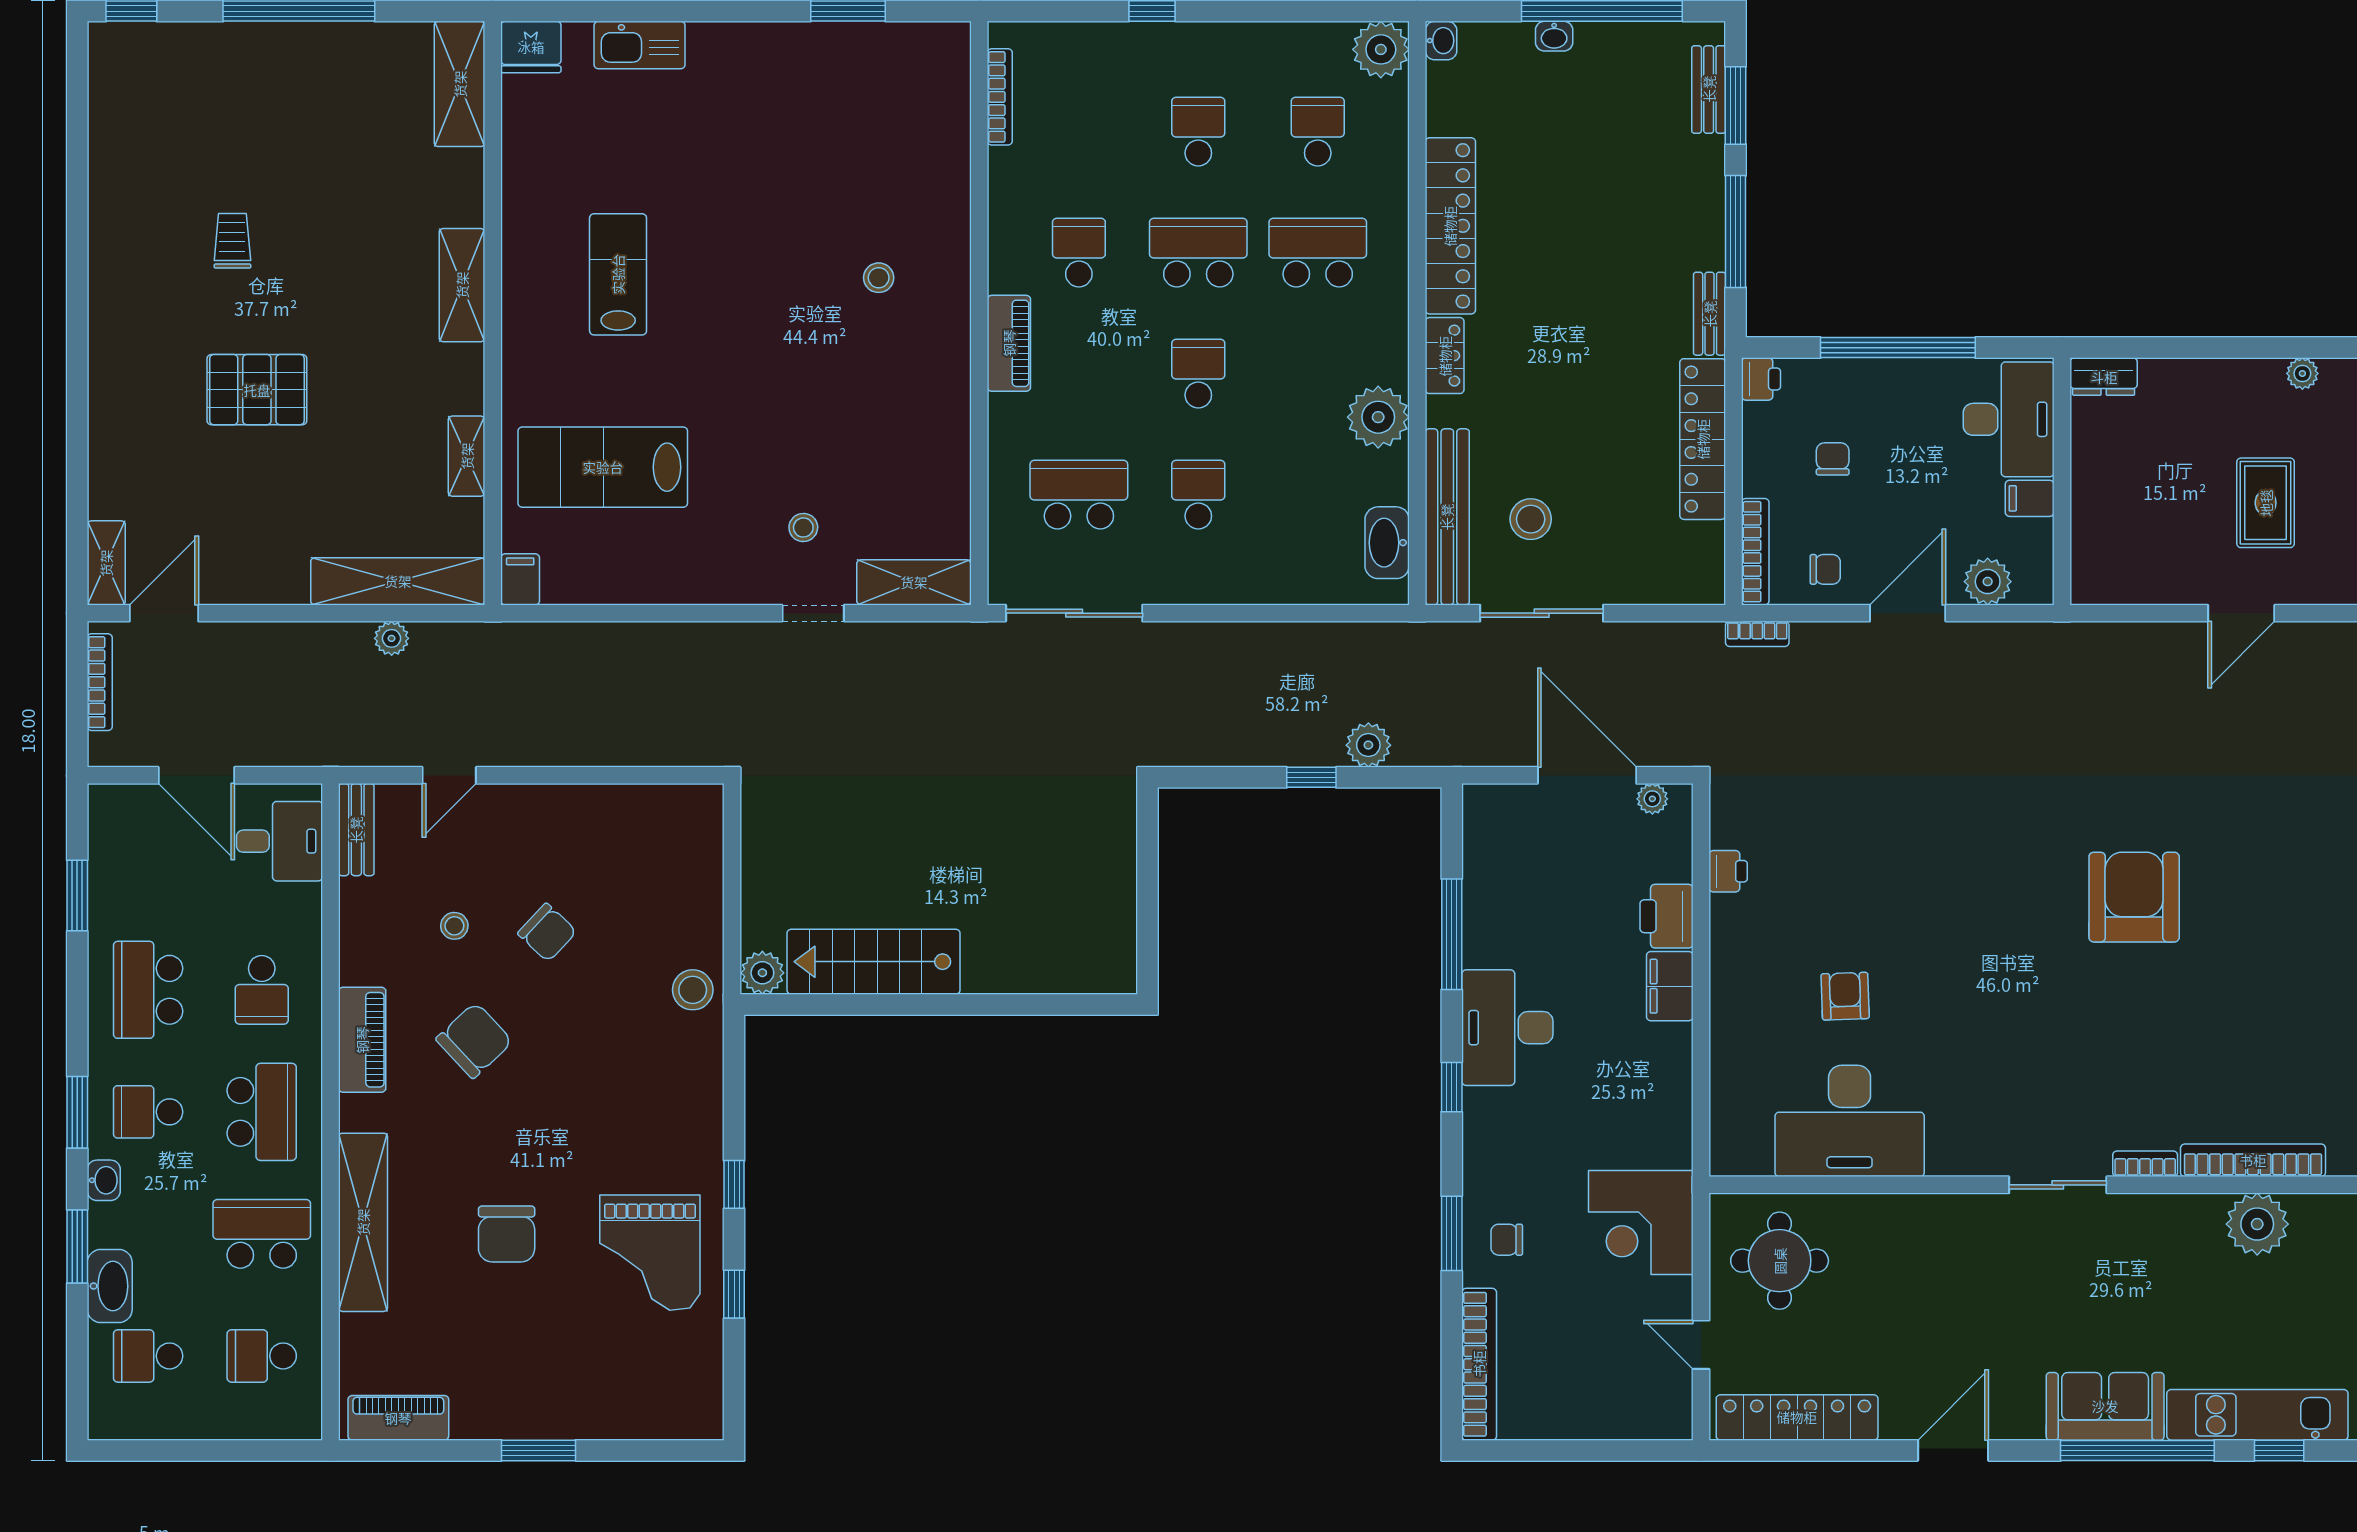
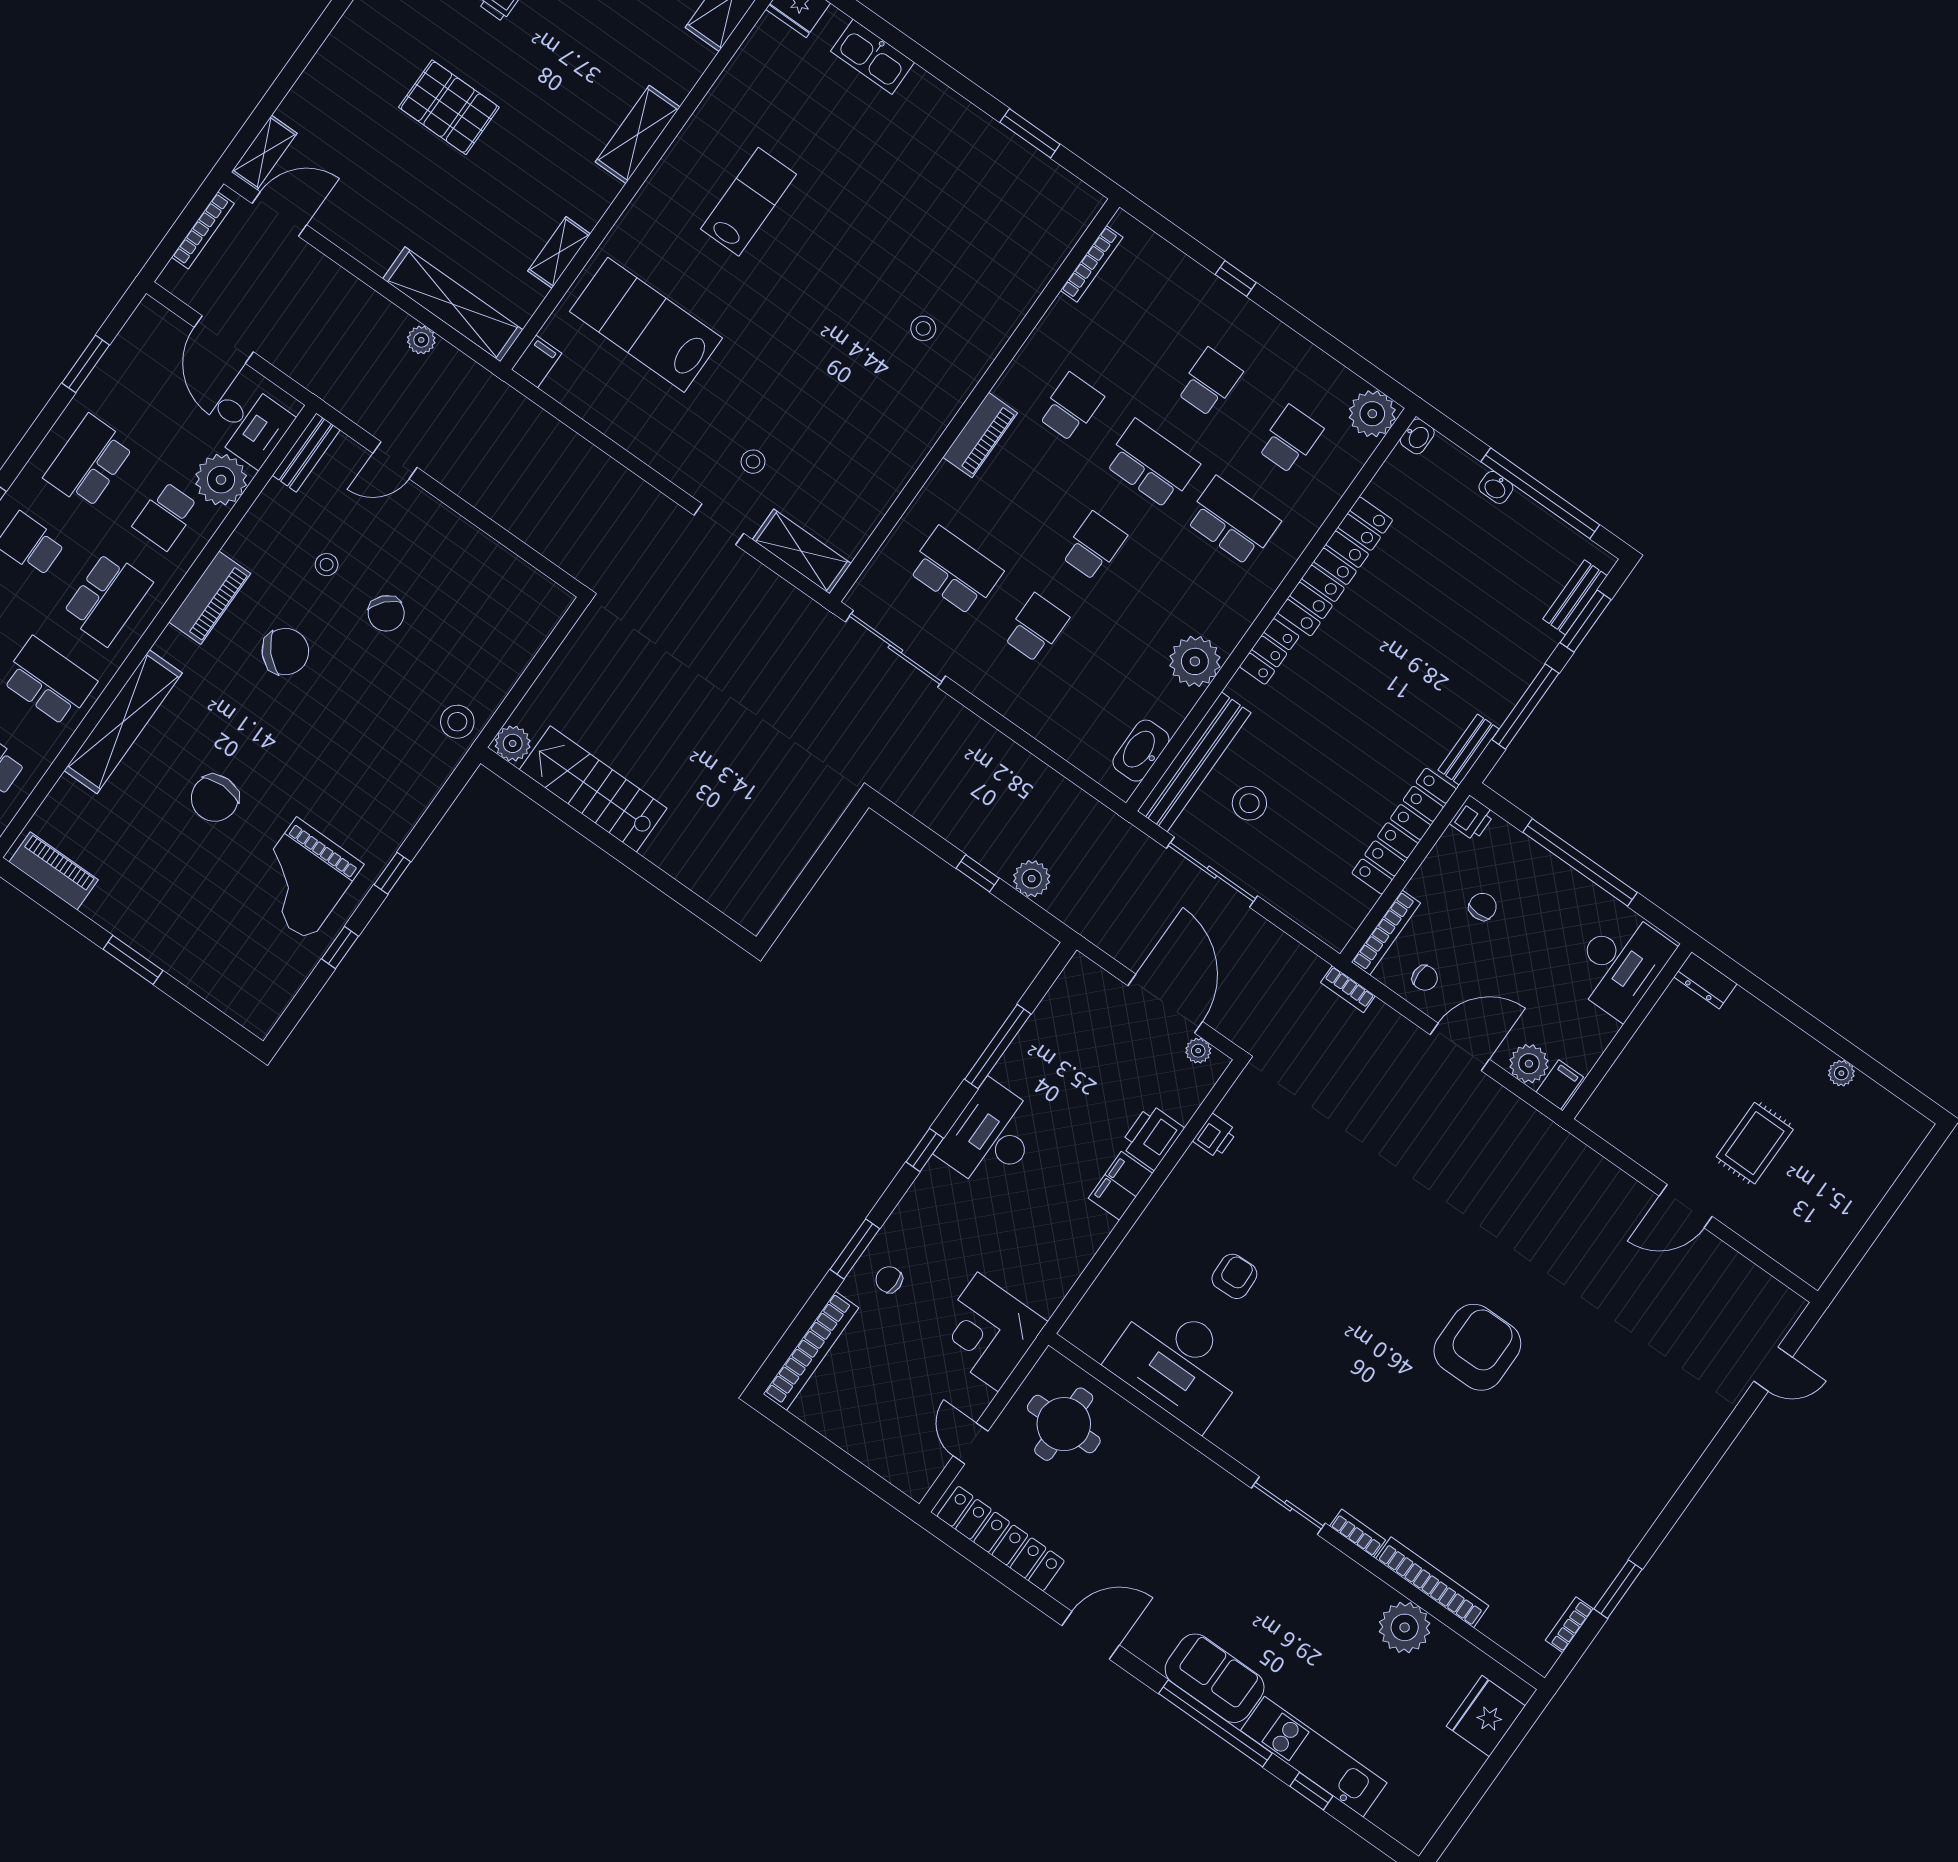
filing cabinet: (2030, 498) -> (1560, 1085), moved, turned 90
plant: (291, 916) -> (221, 480), added

